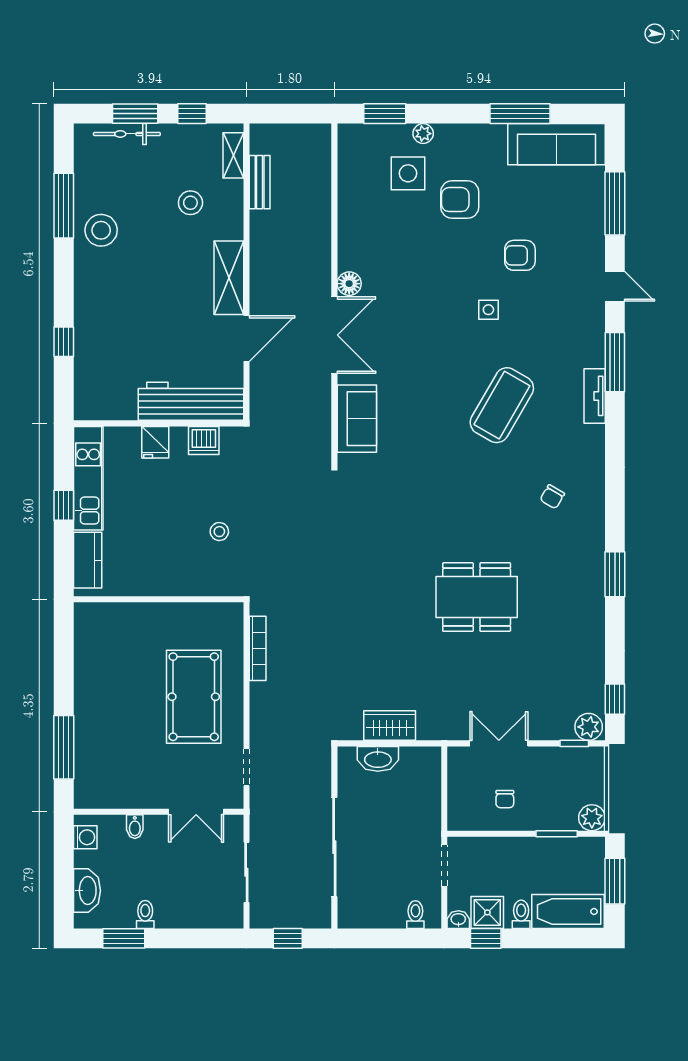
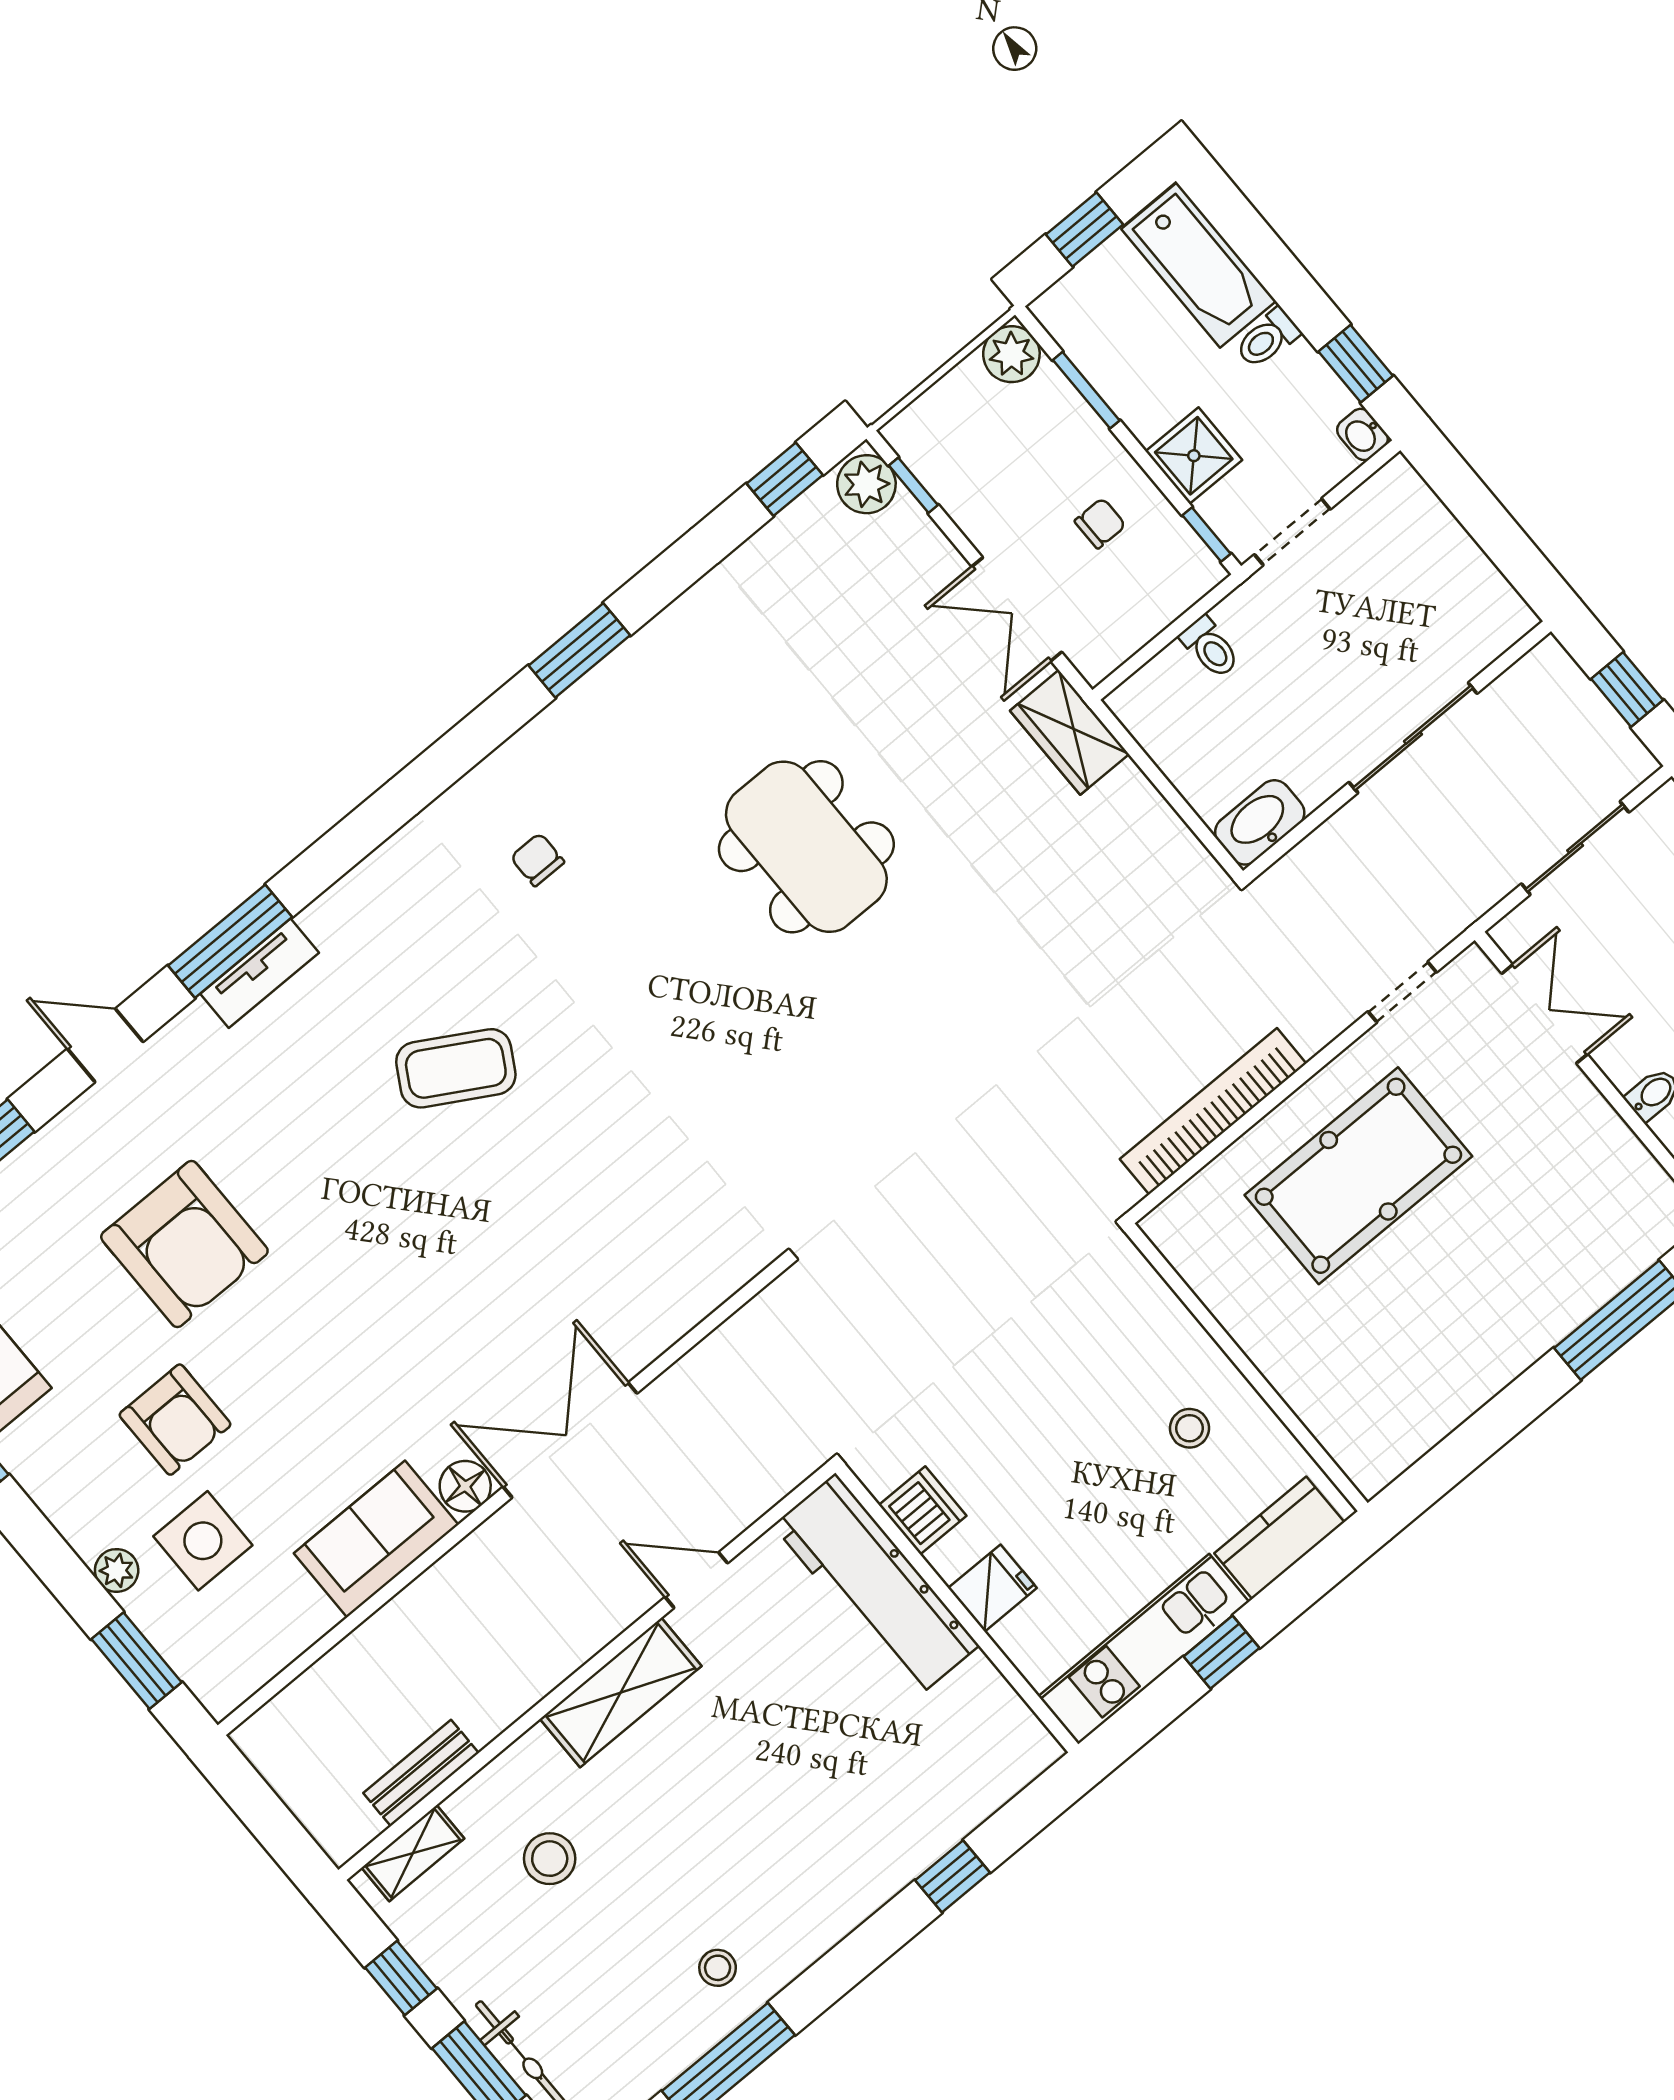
stool: (101, 230) -> (718, 1968), width x0.53, depth x0.53
armchair: (520, 255) -> (184, 1244), width x1.88, depth x1.88
door: (615, 286) -> (105, 1045), hinge flipped
side table: (488, 310) -> (317, 1221), removed
door: (246, 339) -> (696, 1580), width x0.73
tv unit: (595, 396) -> (260, 973), moved
coffee table: (502, 405) -> (456, 1068), width x0.73, depth x0.76
sofa: (357, 419) -> (376, 1539), moved
chair: (552, 497) -> (537, 860), turned -120
stool: (219, 532) -> (1190, 1428), moved
bookcase: (258, 648) -> (1213, 1111), width x1.48, depth x1.31
wardrobe: (390, 726) -> (1070, 732), moved
washbasin: (378, 759) -> (1260, 822), moved, turned -90
window: (469, 834) -> (1206, 535), added
sliding door: (334, 847) -> (1413, 738), width x0.73
window: (615, 881) -> (1085, 229), width x0.67
shower: (487, 912) -> (1194, 456), moved
toilet: (415, 915) -> (1210, 647), moved, turned -90

